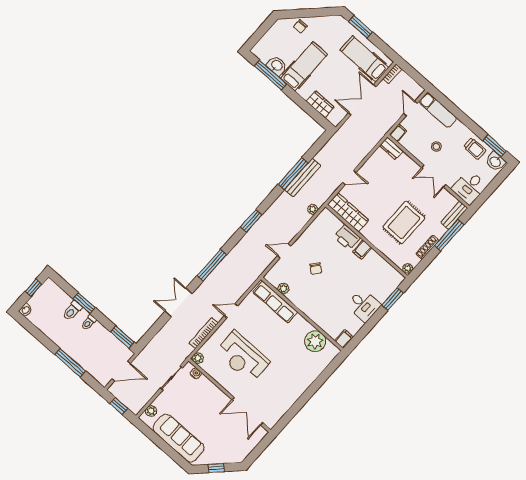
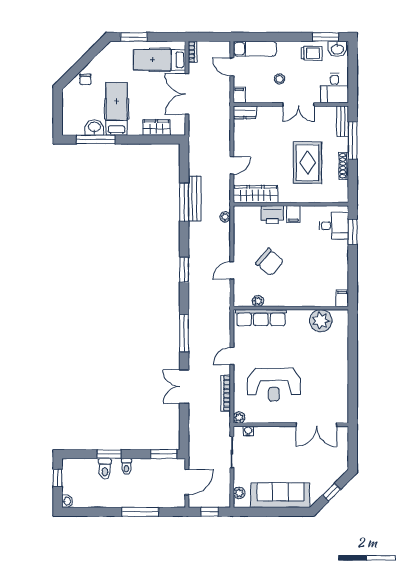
plant: (408, 268) -> (343, 197), removed
chair: (316, 269) -> (270, 262), width x1.87, depth x1.87
desk: (364, 305) -> (334, 226), moved

